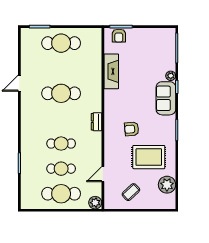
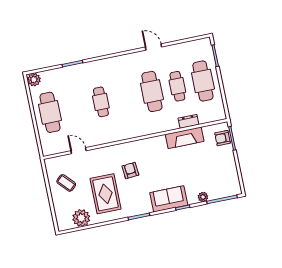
plant: (171, 76) -> (203, 197), moved
dresser: (96, 122) -> (188, 121), moved
cafe table: (61, 169) -> (177, 86), moved
plant: (95, 203) -> (34, 80), moved

